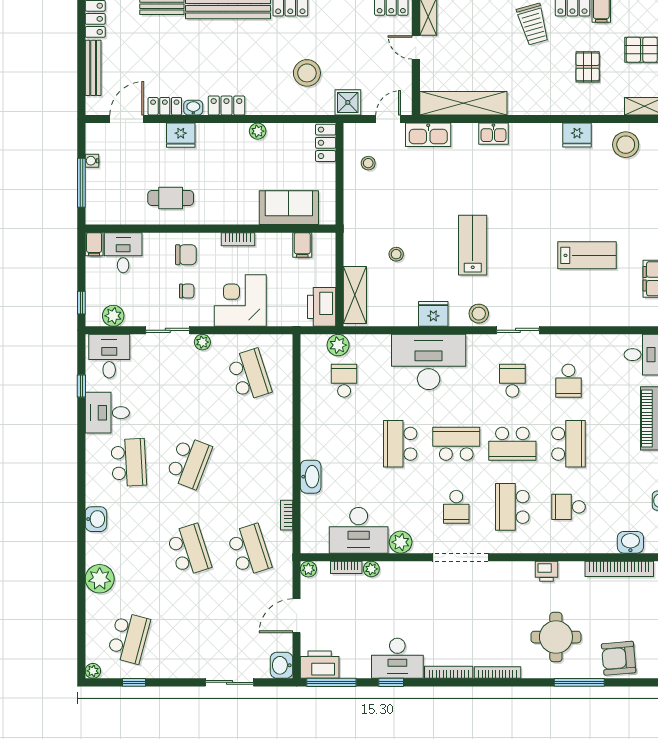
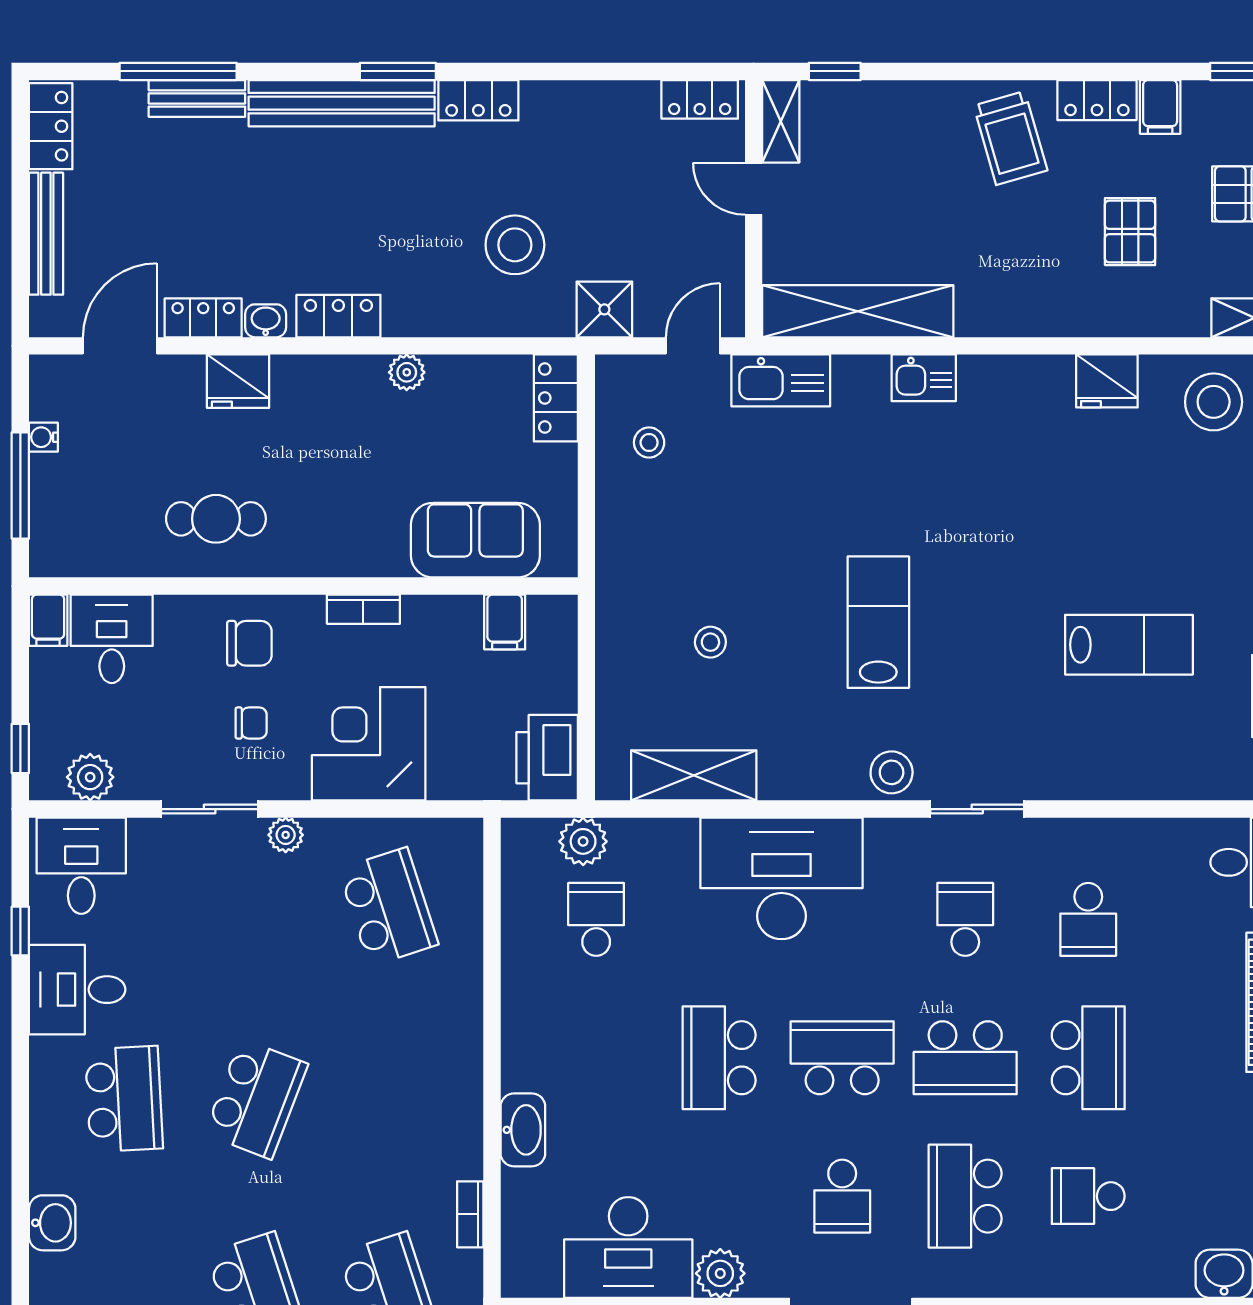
shelving: (355, 295) -> (694, 775), moved, turned 90
fridge: (433, 314) -> (792, 773), removed

